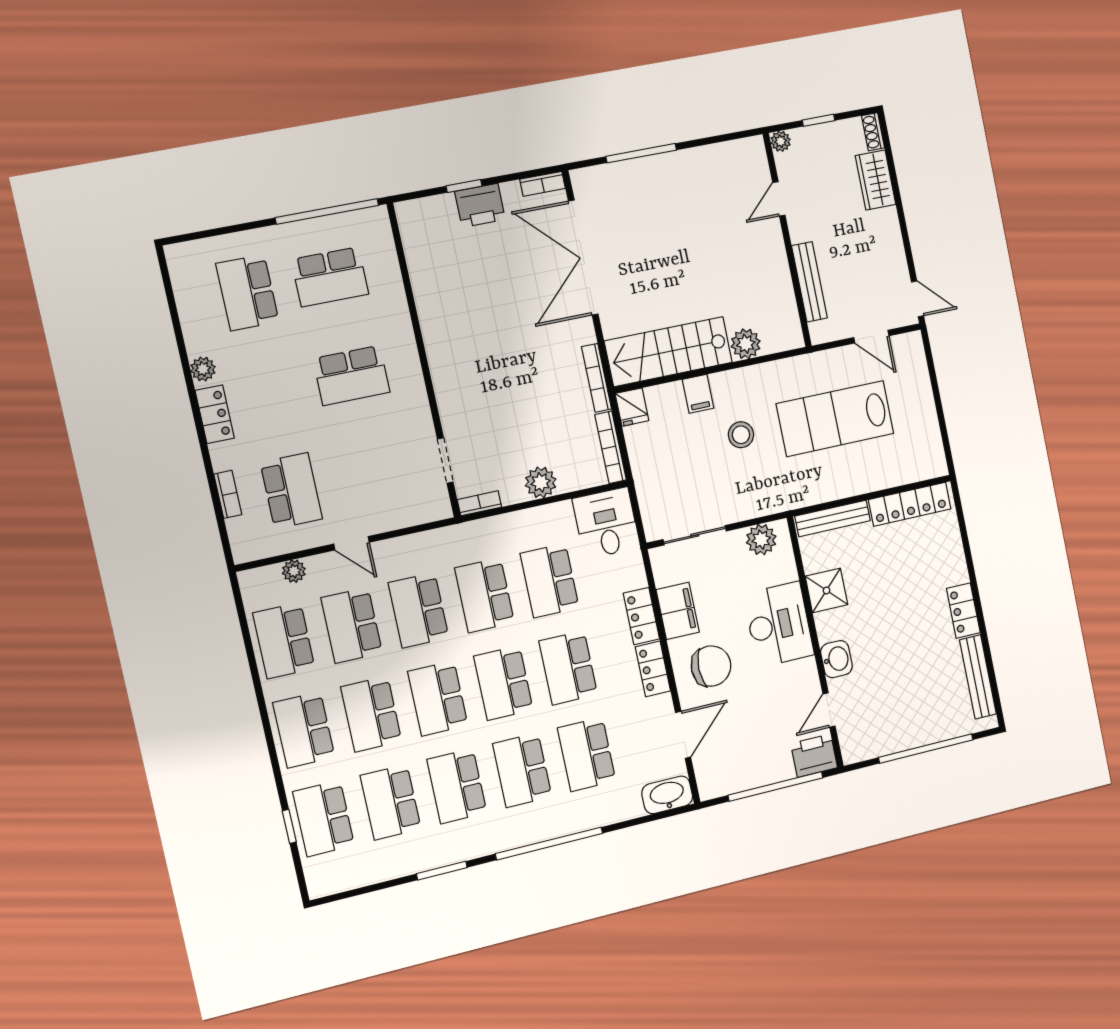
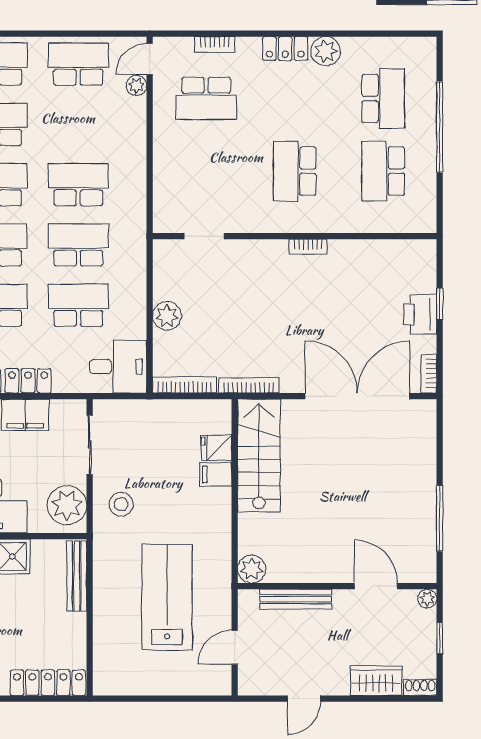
window: (641, 153) -> (440, 518), moved
door: (779, 199) -> (376, 586), width x1.38
window: (327, 211) -> (440, 127), moved
school desk: (247, 293) -> (383, 98), turned 90
door: (918, 299) -> (304, 699), moved
plant: (746, 344) -> (252, 569), moved
plant: (203, 369) -> (326, 51), width x1.38, depth x1.38
fridge: (632, 407) -> (216, 448), moved
stool: (741, 435) -> (121, 504), moved
bookcase: (479, 503) -> (308, 247), moved, turned 90
locker: (910, 504) -> (48, 683), moved, turned 90
plant: (761, 540) -> (67, 505), width x1.36, depth x1.36
door: (352, 543) -> (150, 59), moved
school desk: (352, 625) -> (78, 124), removed

